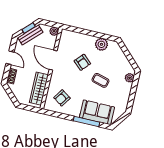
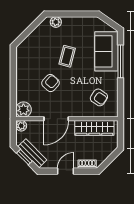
plant: (101, 44) -> (23, 110), moved

